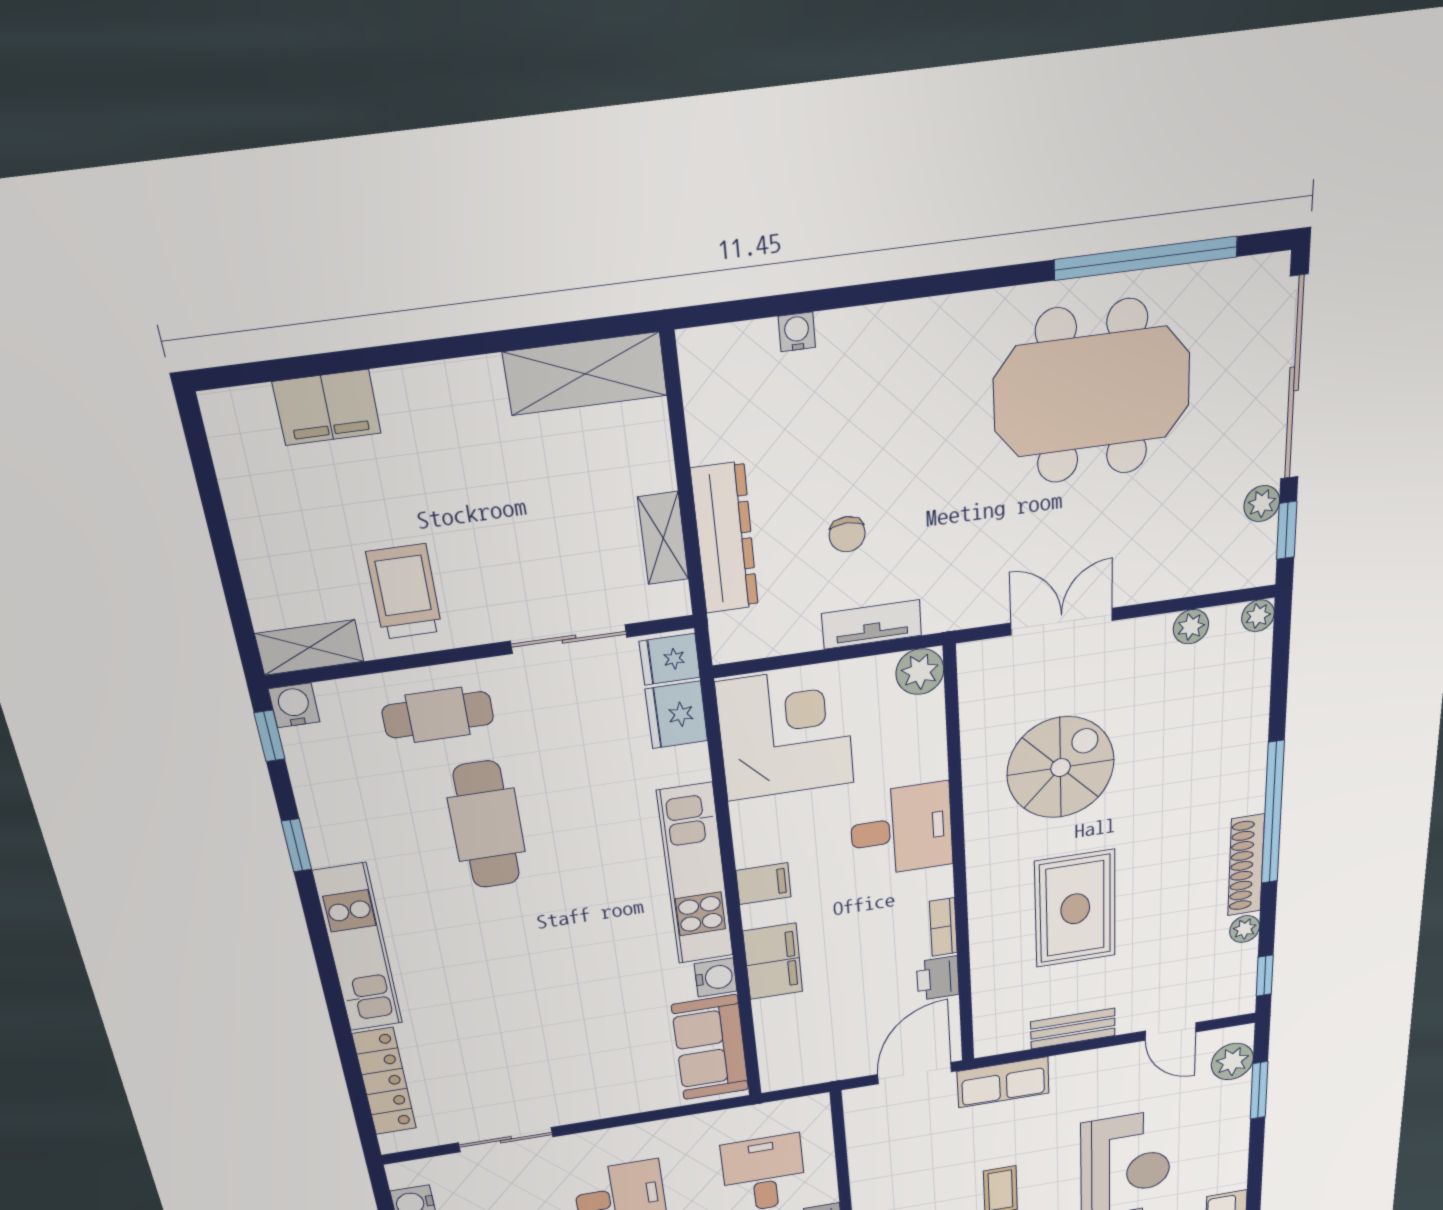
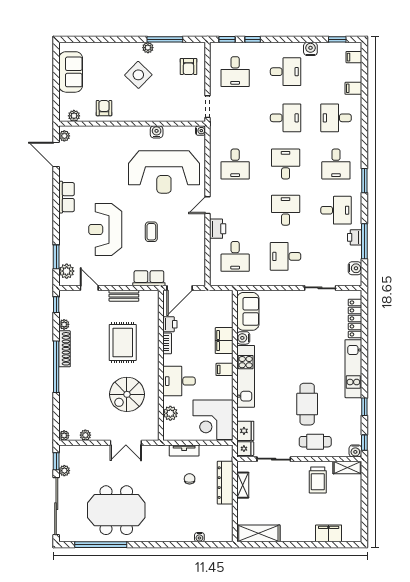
plant: (920, 672) -> (170, 413), moved

